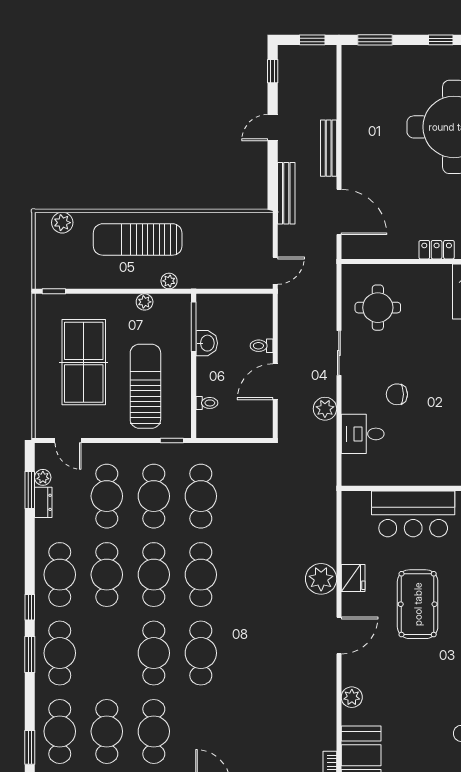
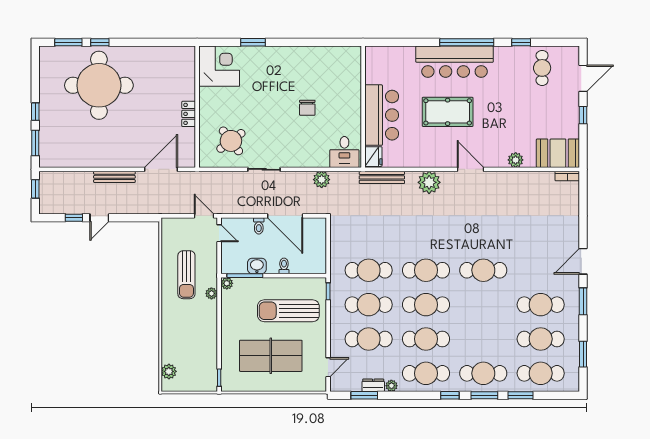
window: (441, 40) -> (35, 112), moved
window: (273, 71) -> (74, 218), moved
door: (273, 128) -> (99, 218), hinge flipped
bench: (286, 193) -> (382, 177), moved
sun lounger: (138, 239) -> (186, 275), moved, width x0.73, depth x0.75
locker: (437, 250) -> (189, 114), moved
door: (251, 291) -> (219, 233), added
plant: (145, 302) -> (227, 283), moved
round table: (378, 308) -> (231, 141), turned -37
door: (275, 382) -> (285, 216), width x1.36
chair: (397, 394) -> (307, 108), moved
toilet: (207, 403) -> (284, 266), moved
plant: (325, 409) -> (322, 180), moved
desk: (363, 434) -> (344, 152), moved
plant: (43, 477) -> (391, 386), moved
fridge: (353, 578) -> (373, 157), moved, turned 90
cafe table: (154, 653) -> (483, 305), removed
window: (30, 747) -> (521, 395), moved

